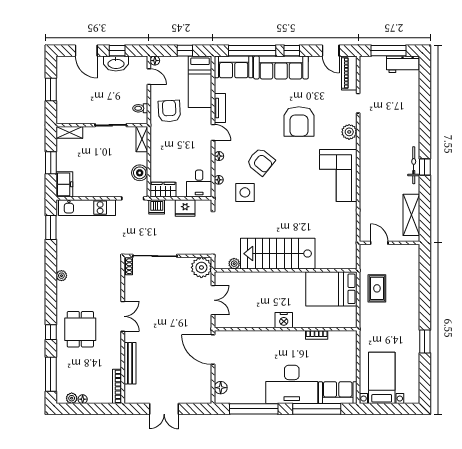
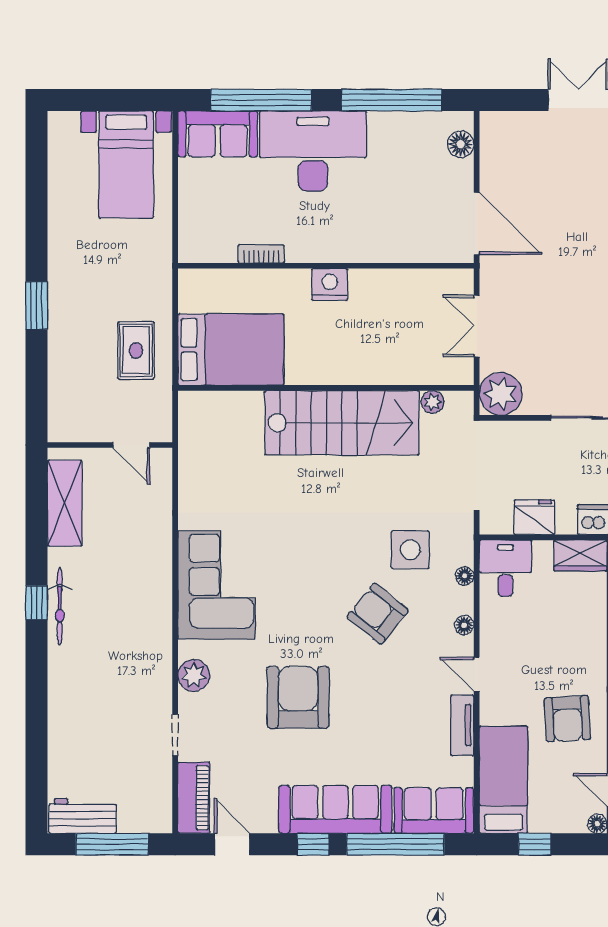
window: (425, 341) -> (37, 306), moved

